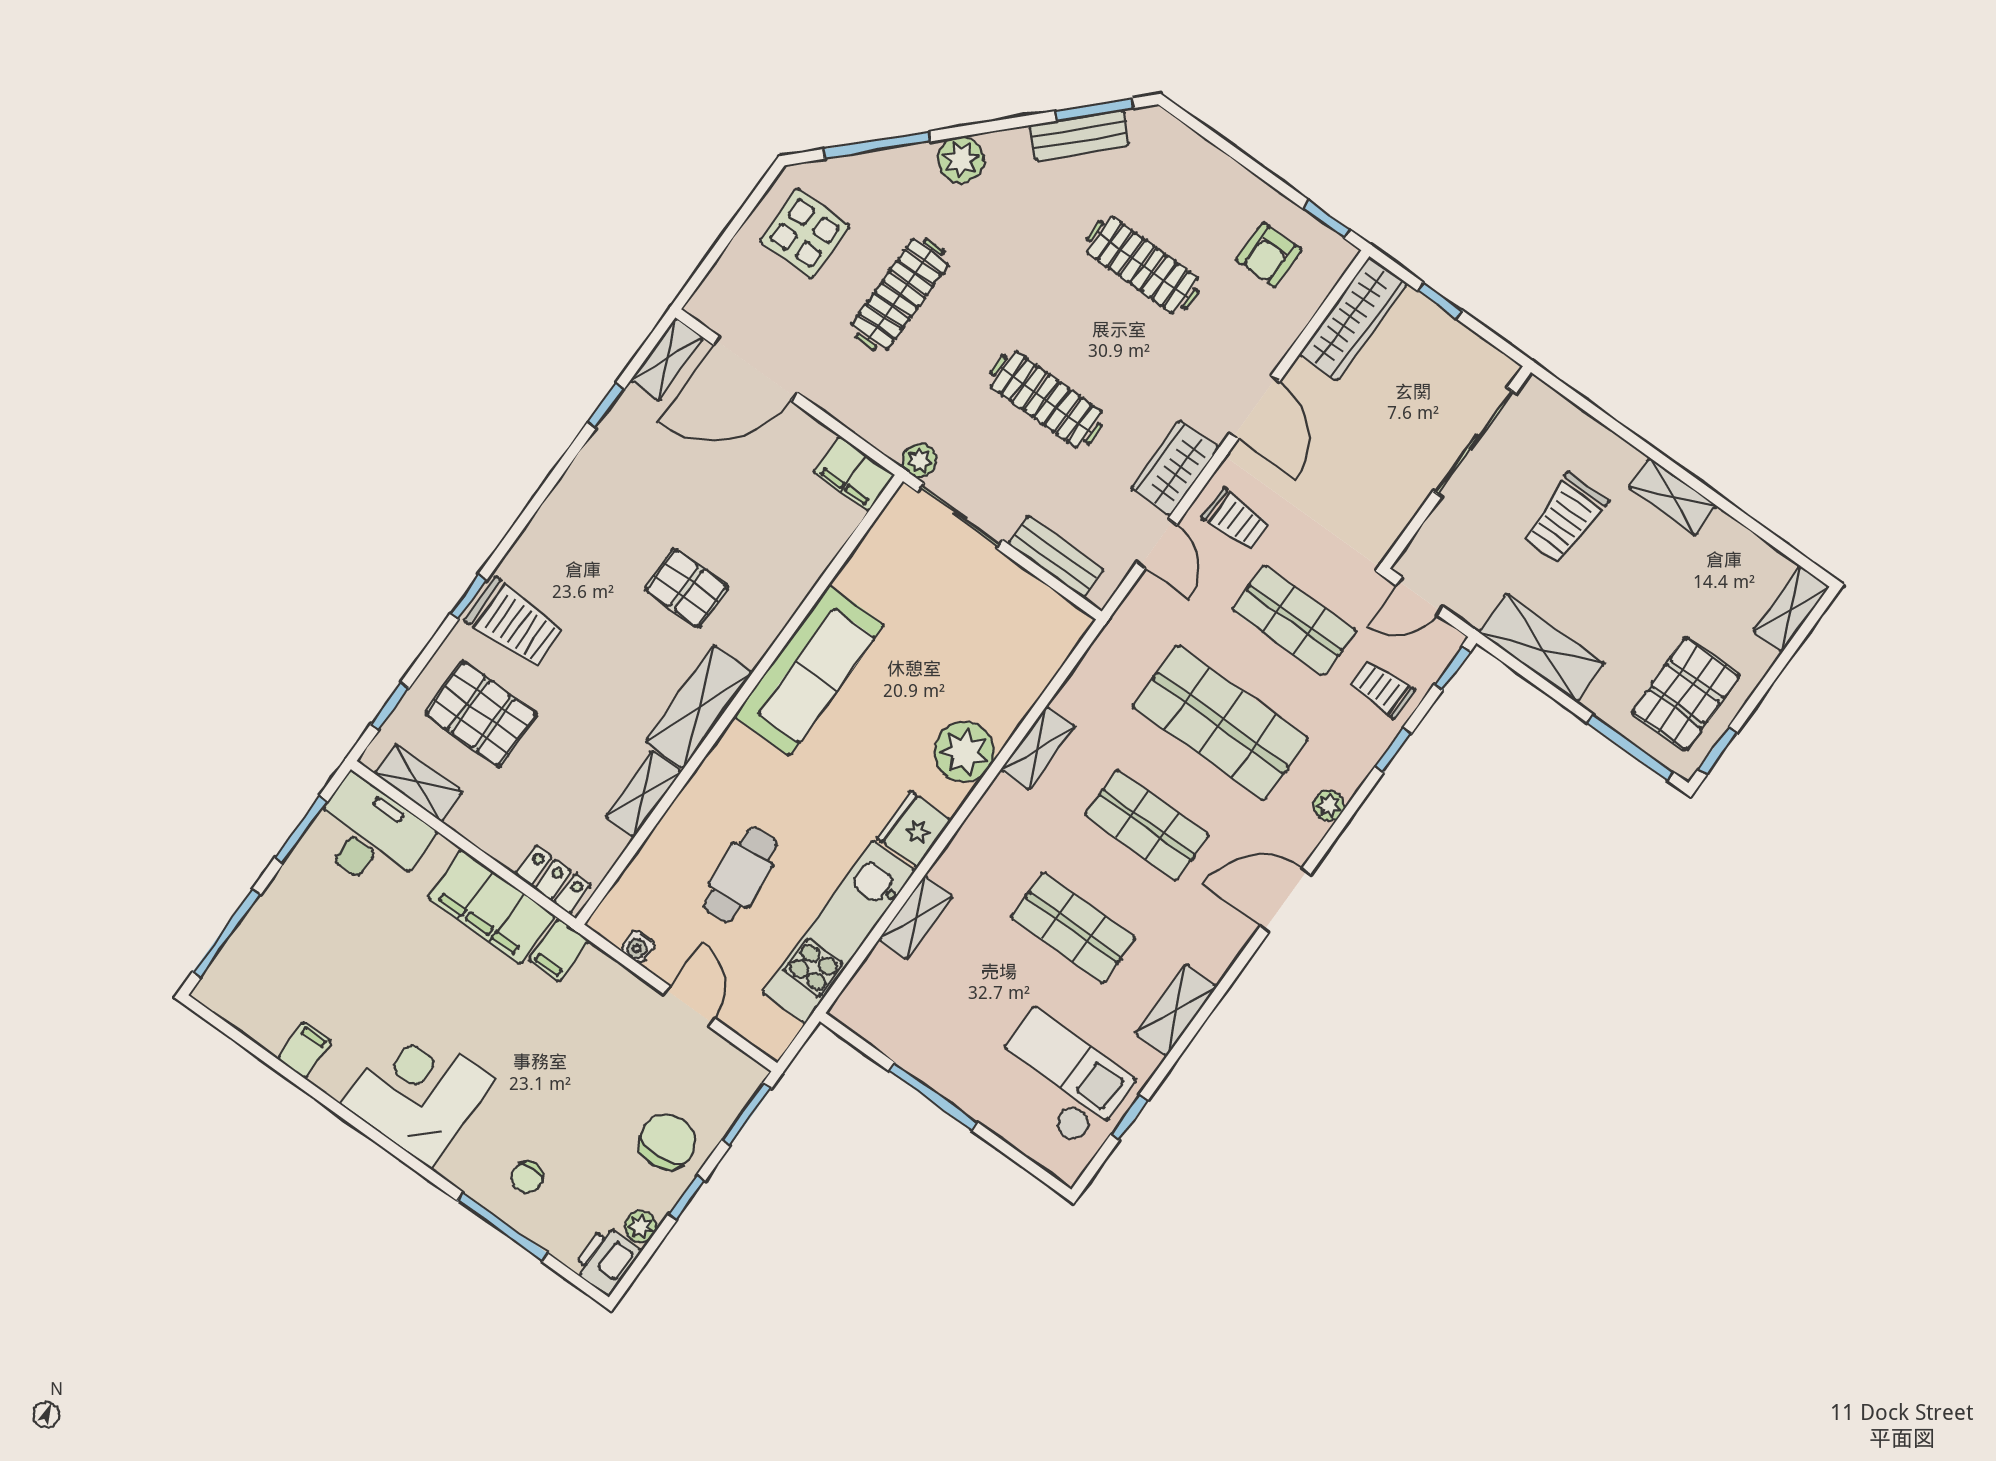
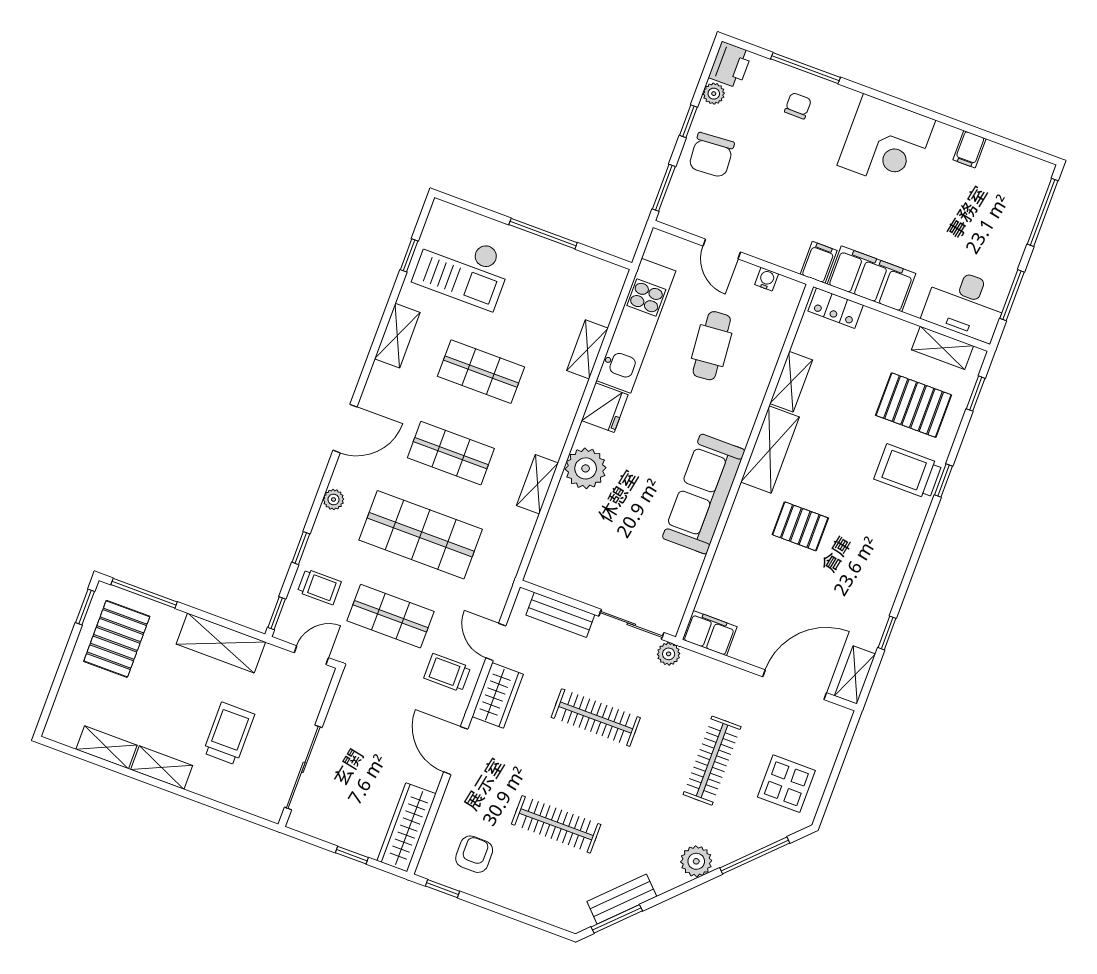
shelving: (1791, 609) -> (106, 747), moved, turned 90

